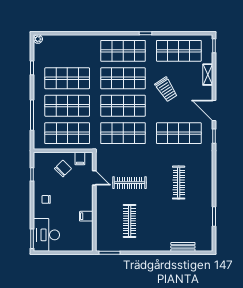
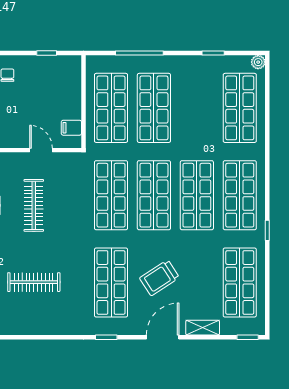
shop shelf: (67, 78) -> (240, 108), moved
trolley: (166, 89) -> (159, 278), moved
door: (214, 111) -> (163, 337), moved
chair: (63, 169) -> (56, 101), removed
door: (94, 178) -> (41, 150), swing flipped

